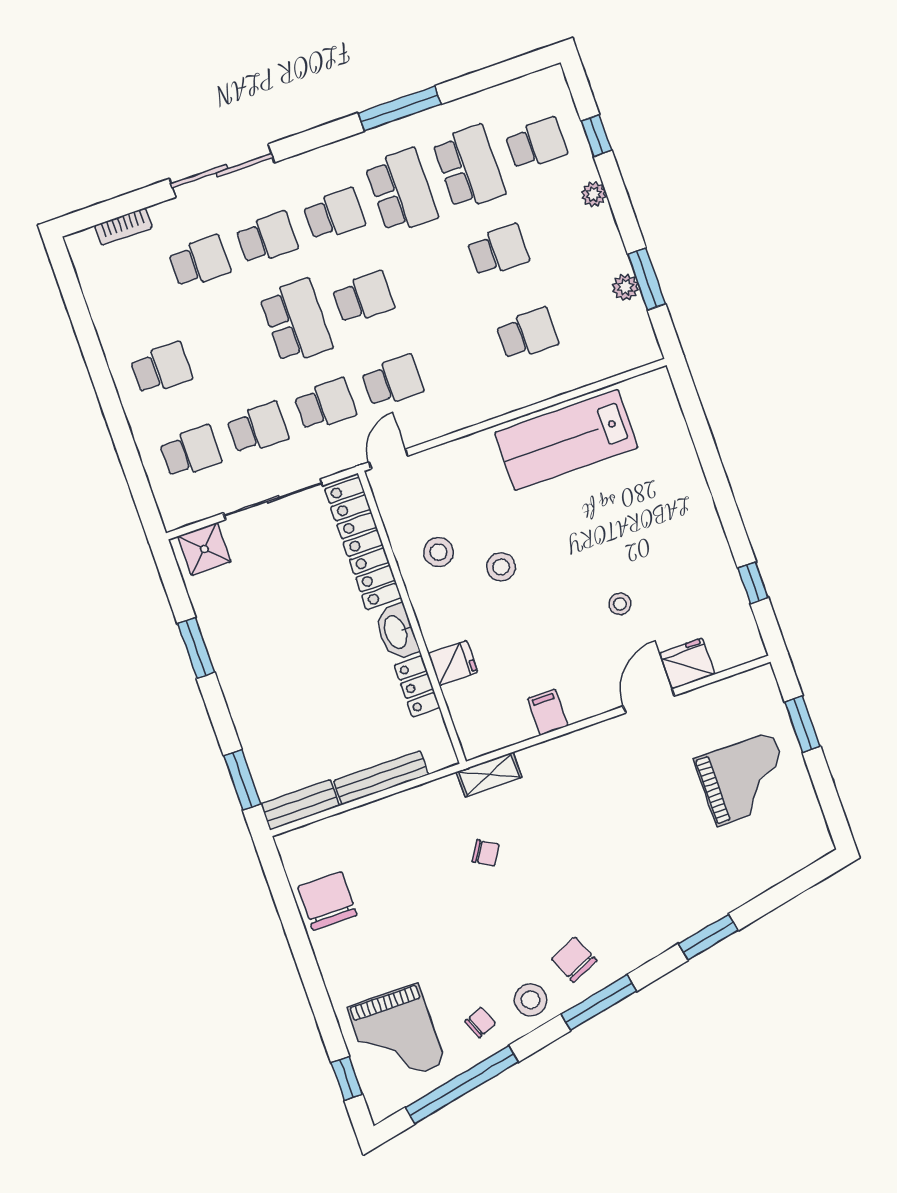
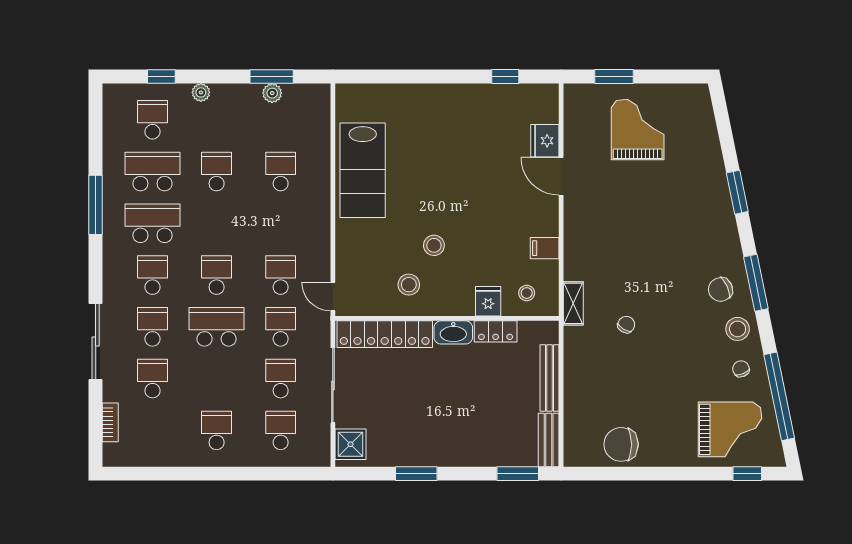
stool: (620, 604) -> (527, 293), moved

